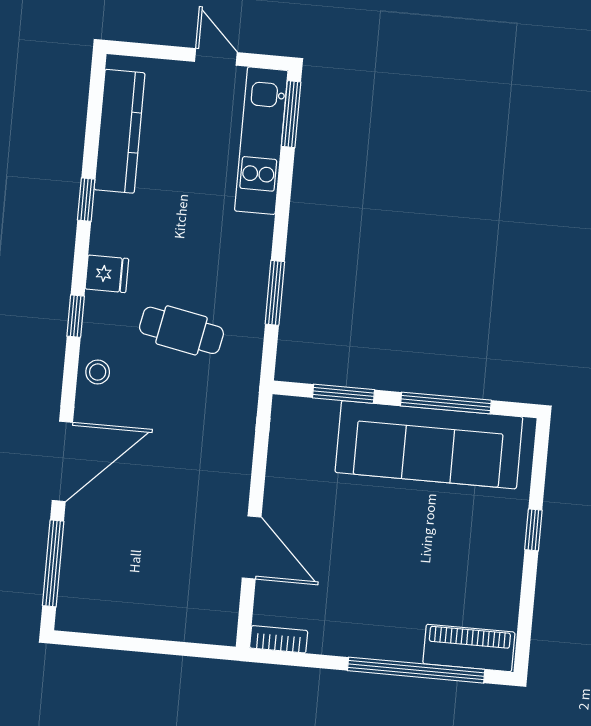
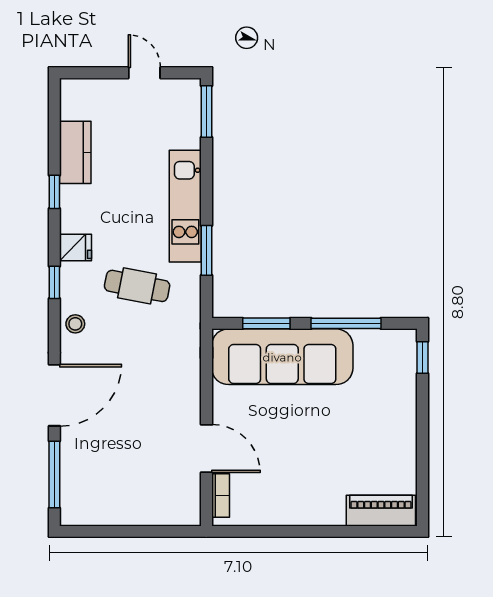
kitchen counter: (120, 131) -> (75, 152), width x0.67
kitchen unit: (261, 141) -> (185, 206), moved
sofa: (429, 445) -> (282, 357), moved
window: (533, 530) -> (422, 358), moved
bookcase: (279, 639) -> (221, 495), moved, turned 90
window: (416, 670) -> (342, 531), removed

